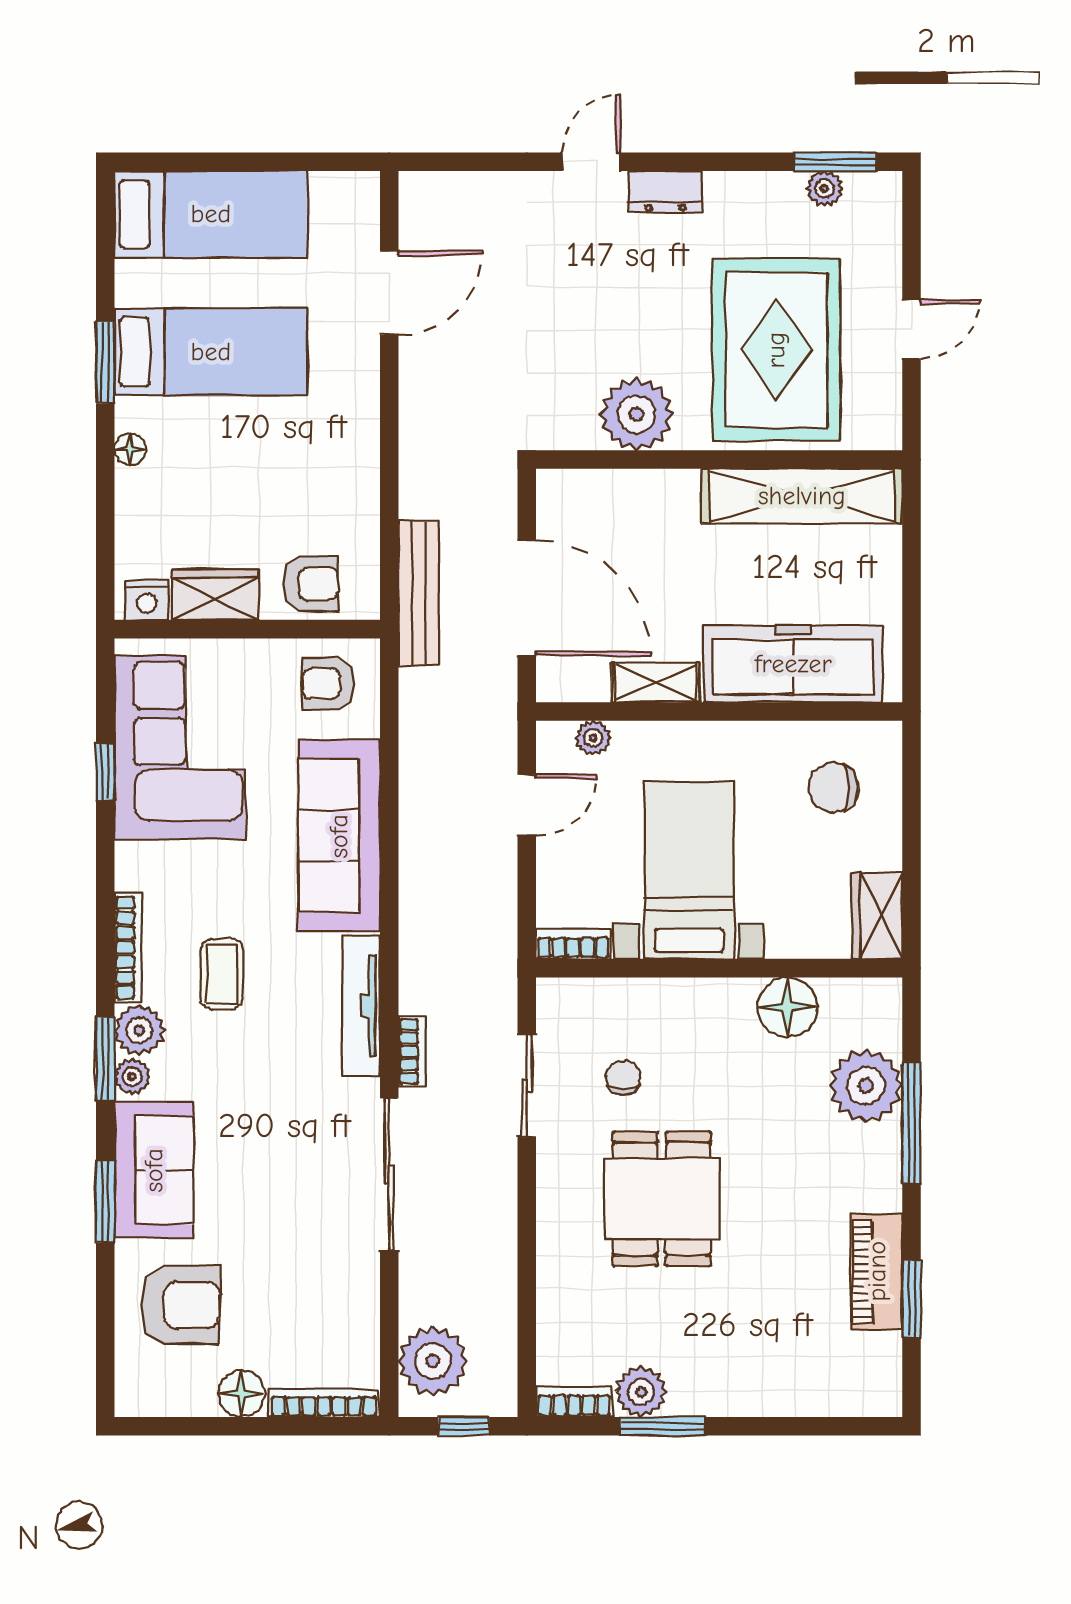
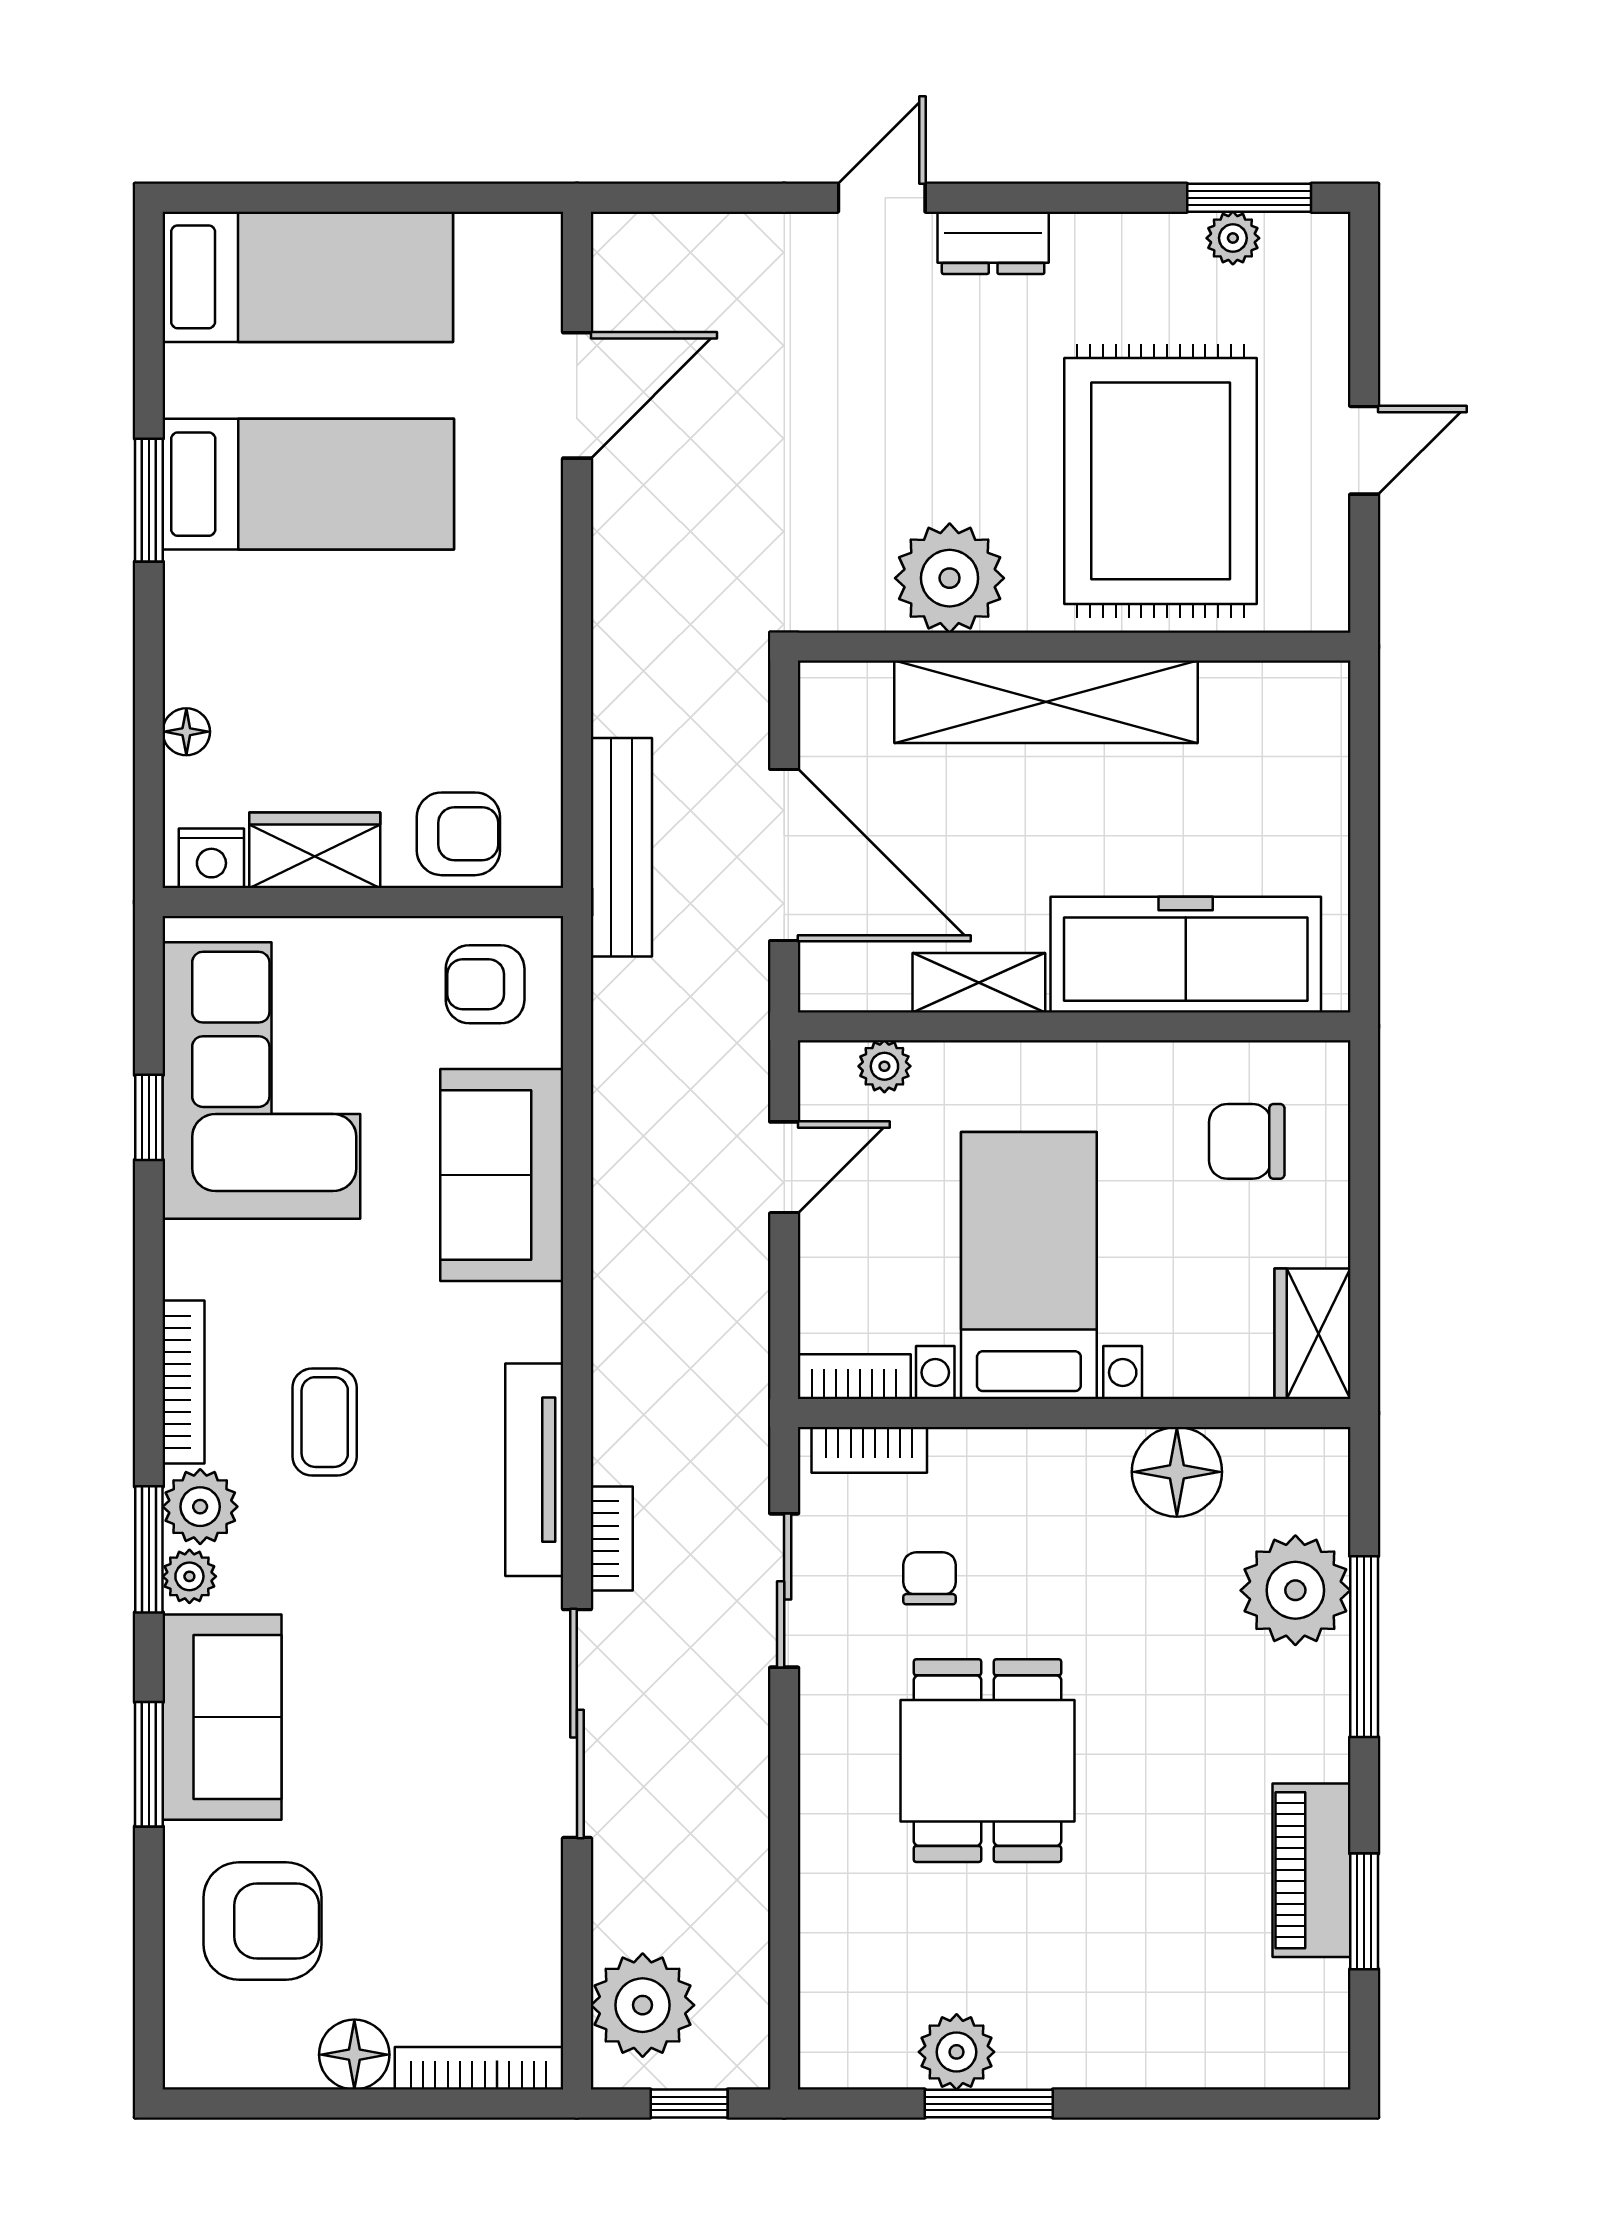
floor lamp: (130, 449) -> (186, 732), moved
shelving: (802, 496) -> (1046, 702), moved
sofa: (339, 836) -> (502, 1175), width x0.73
bookcase: (574, 1402) -> (869, 1450), moved, turned 180

